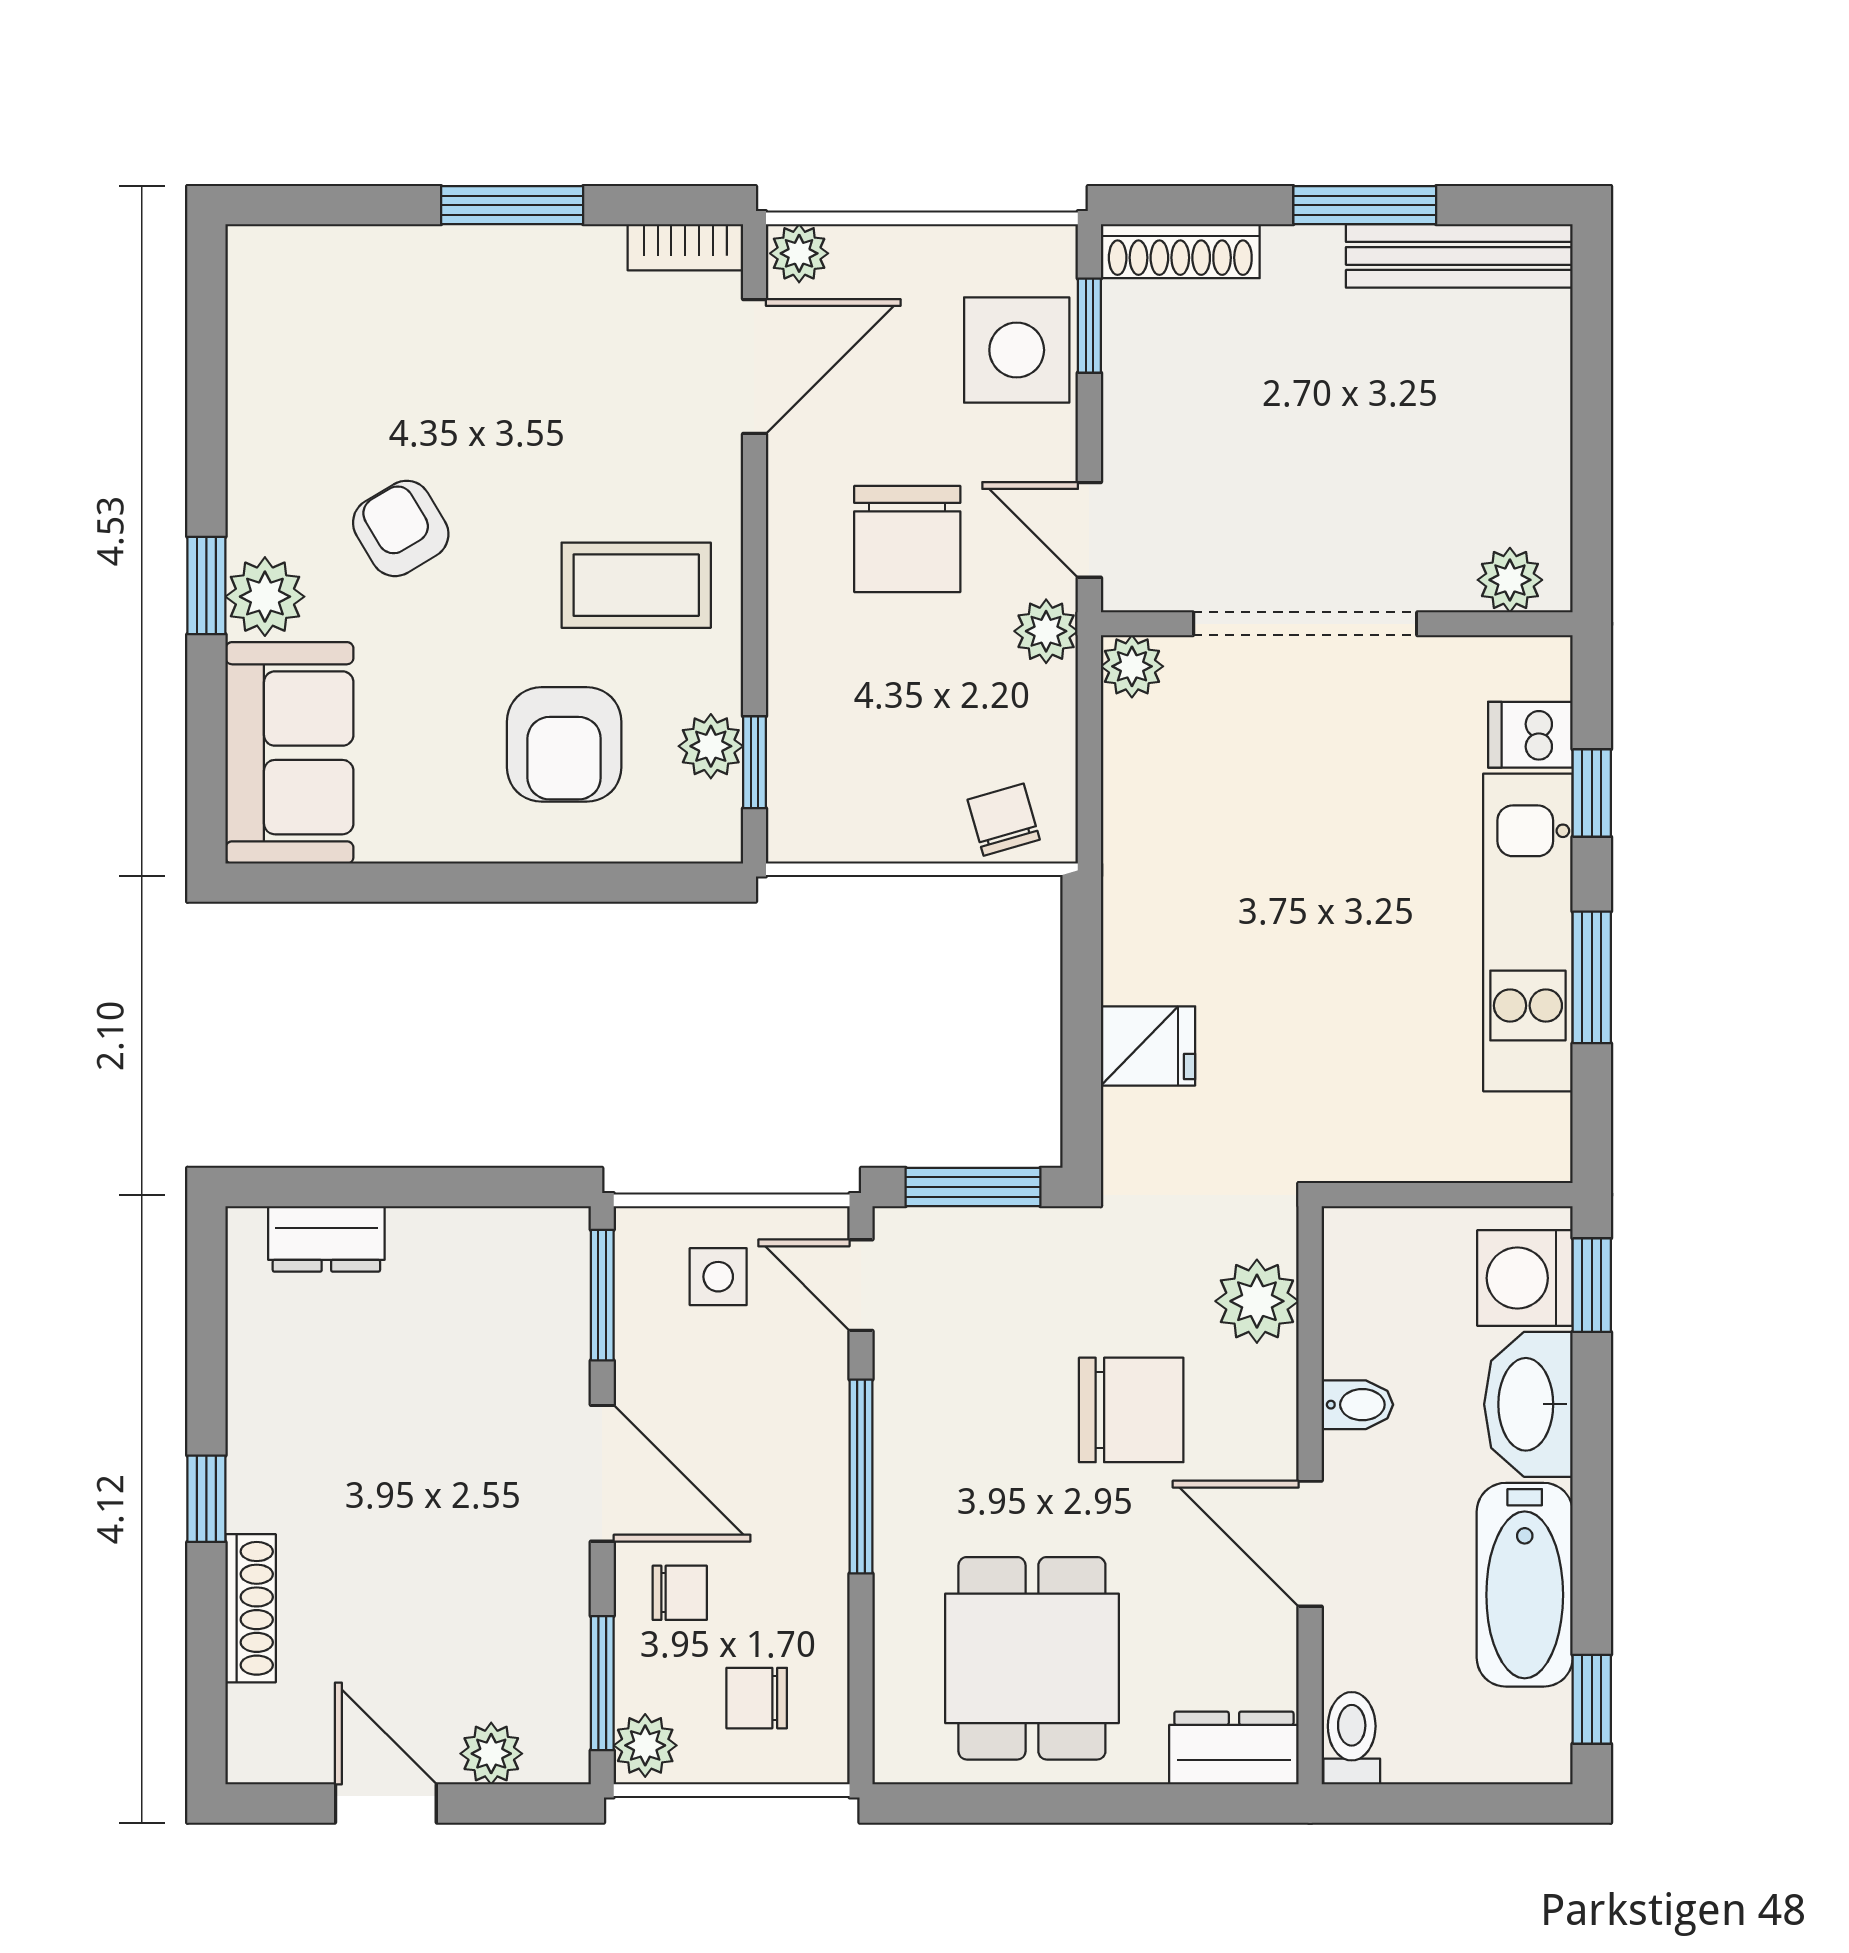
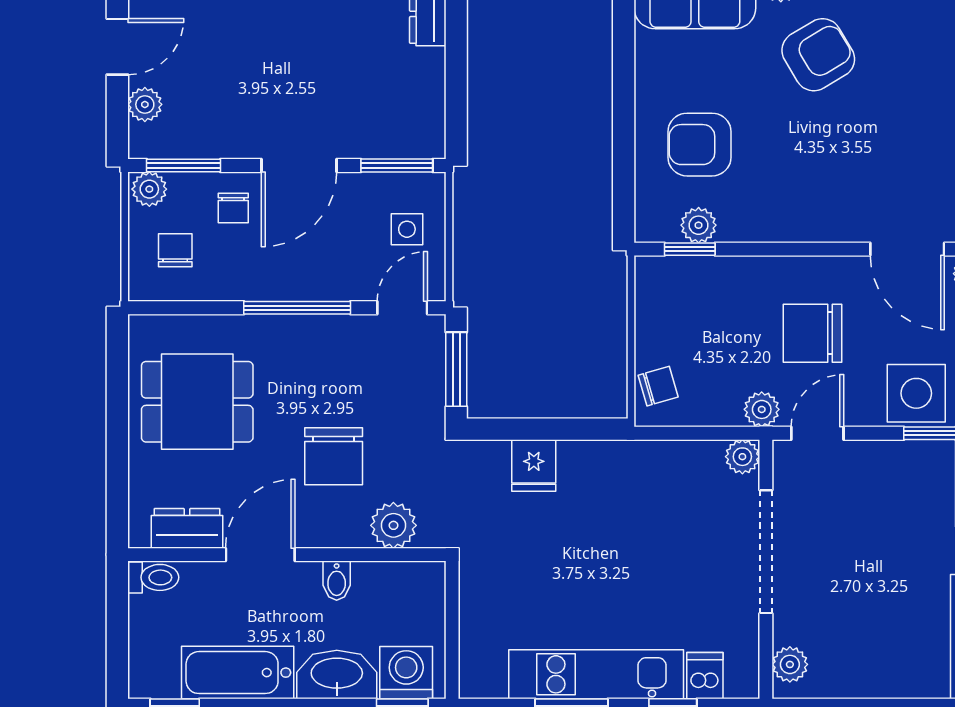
armchair: (401, 528) -> (818, 55), width x1.38, depth x1.38
coffee table: (636, 585) -> (787, 184), removed
dresser: (1234, 1748) -> (187, 528), moved, turned -90

